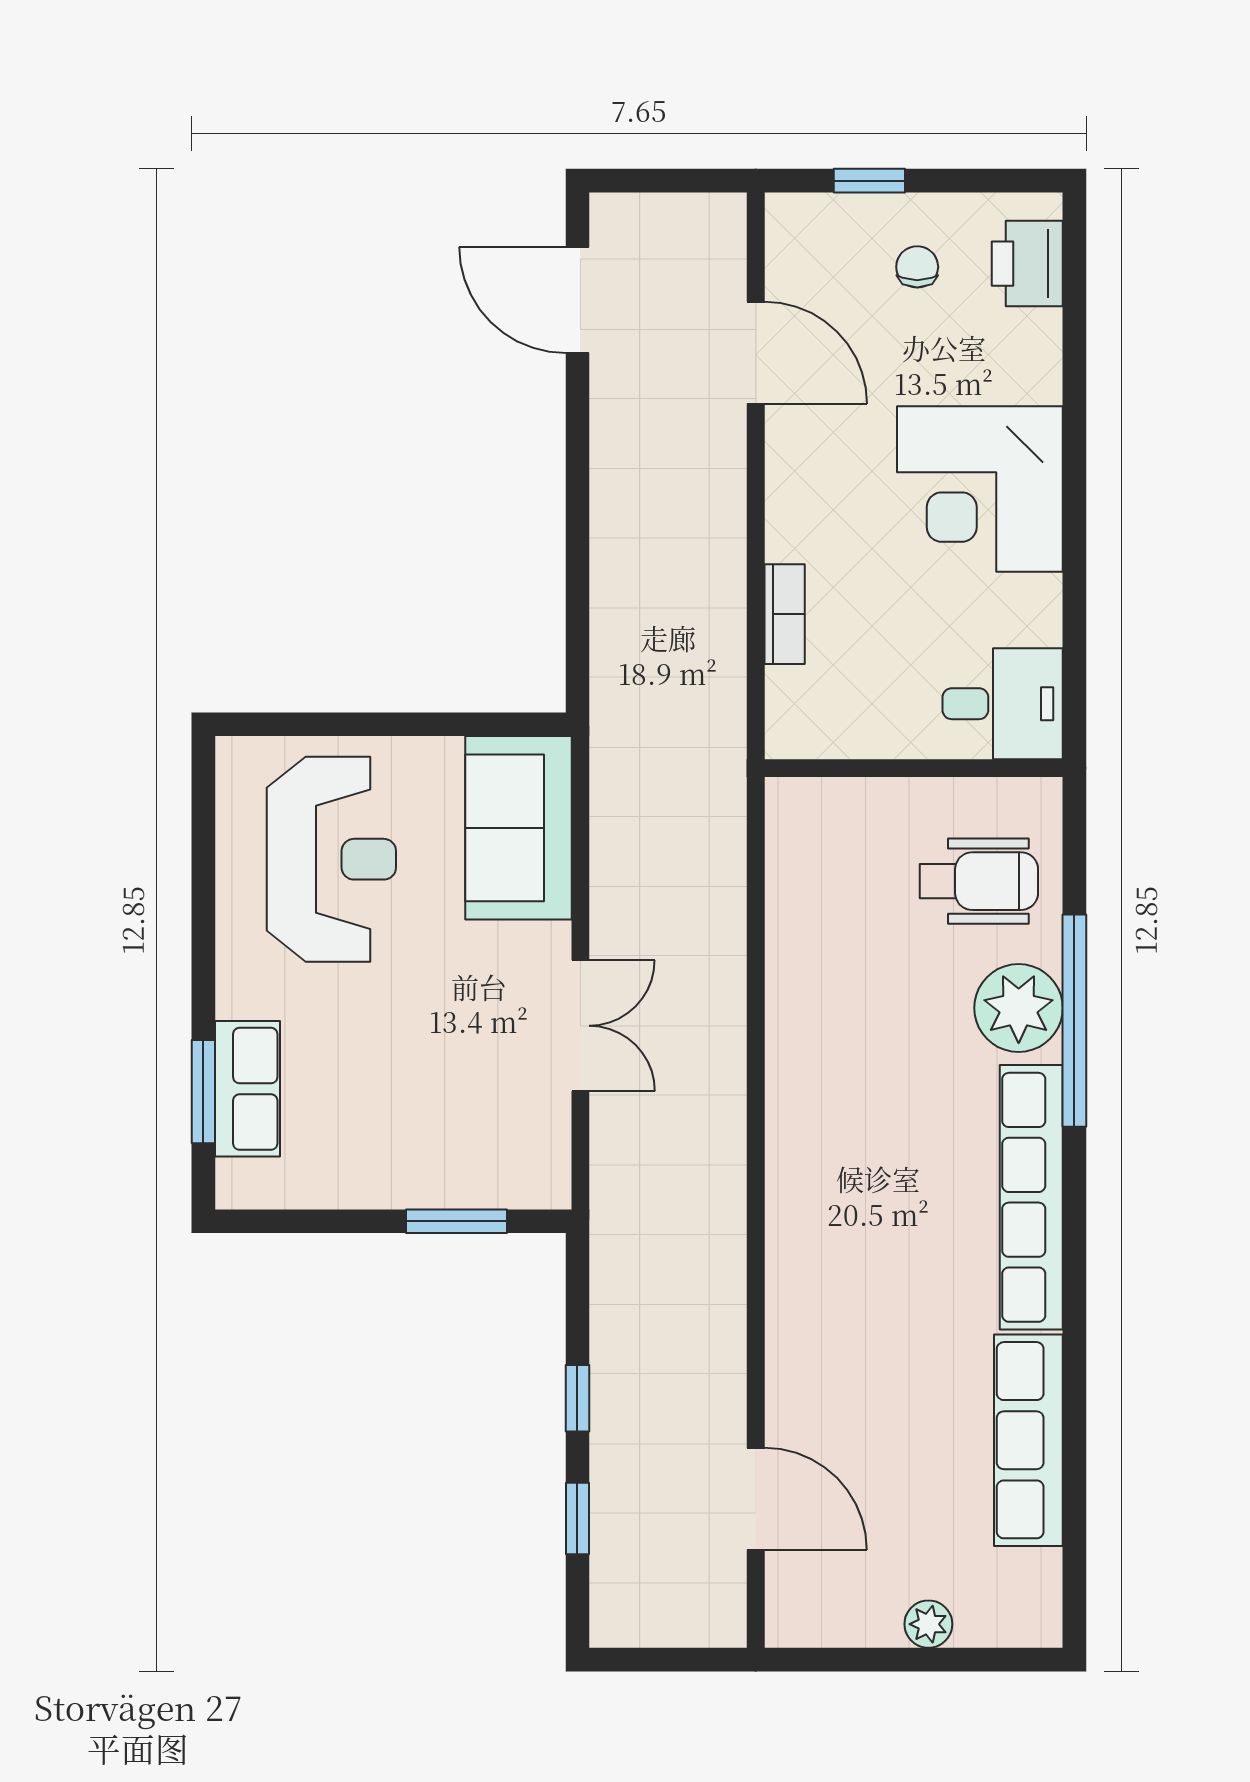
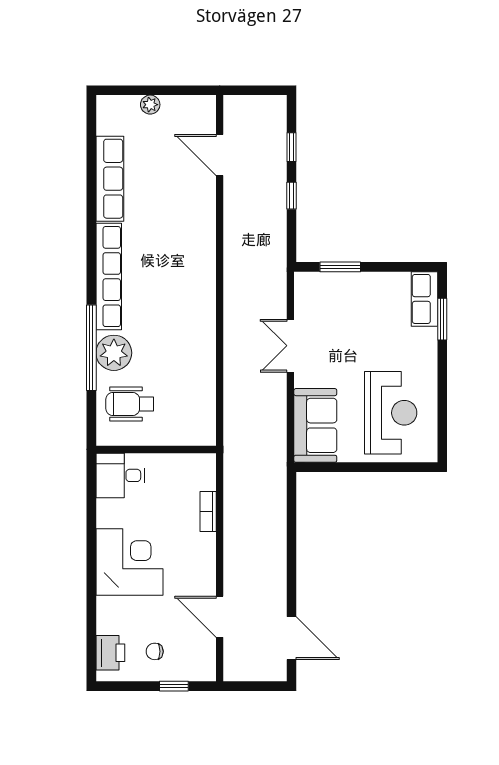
chair: (917, 267) -> (155, 651), turned 90
reception desk: (331, 859) -> (391, 413), turned 180
row of seats: (247, 1089) -> (424, 299), moved

